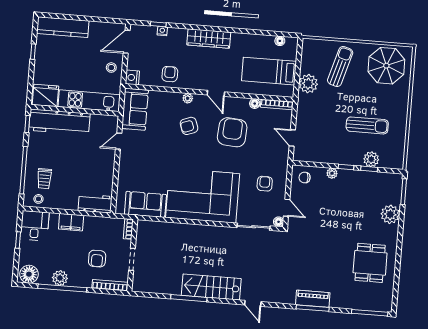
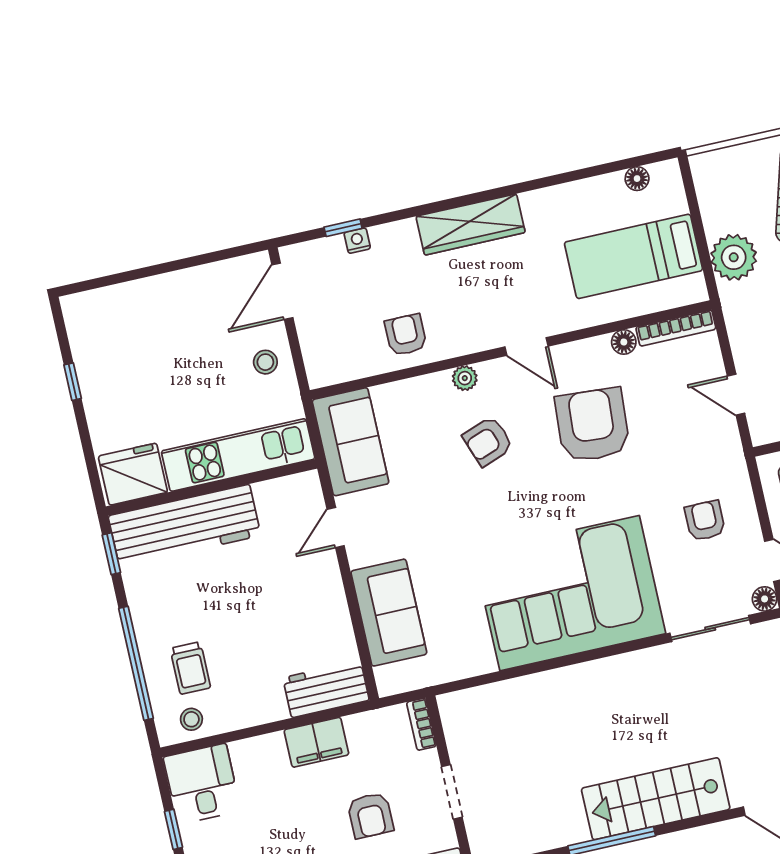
kitchen counter: (63, 27) -> (124, 303), removed
nightstand: (132, 78) -> (321, 370), removed
sofa: (145, 204) -> (389, 613), moved, turned 90
filing cabinet: (71, 222) -> (316, 742), moved

